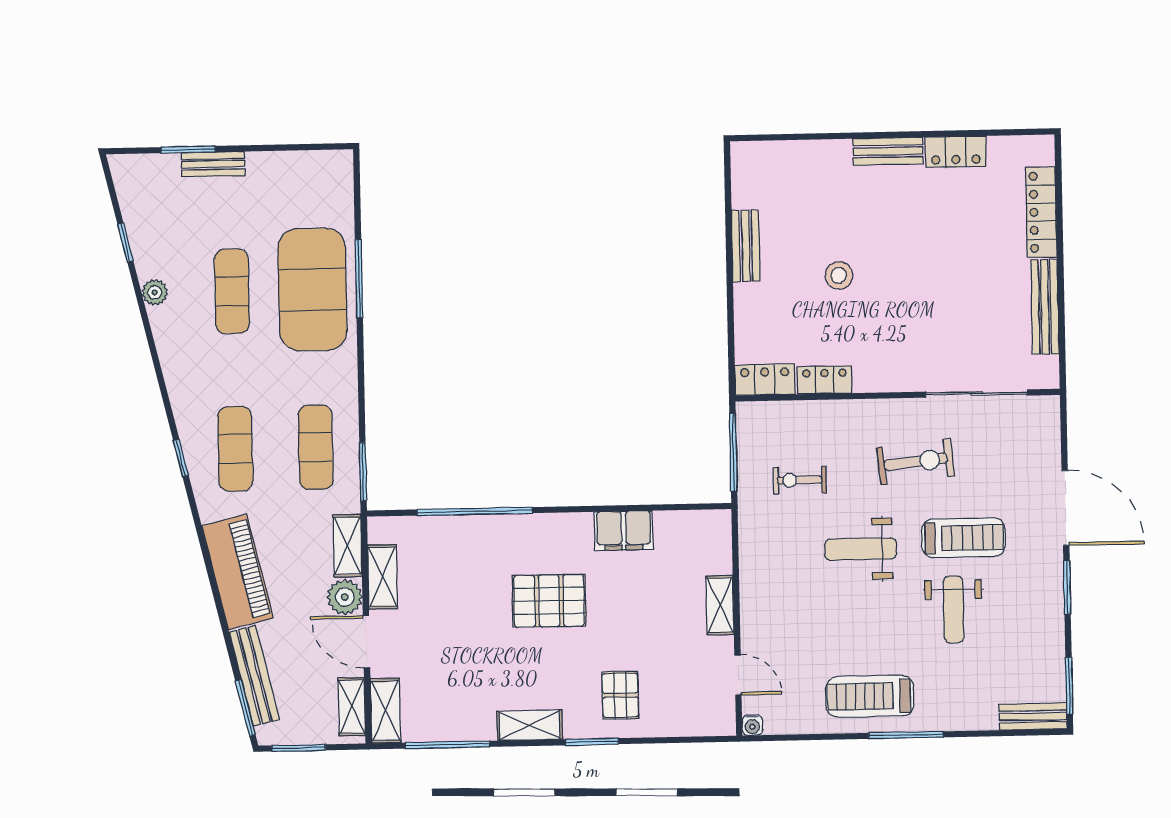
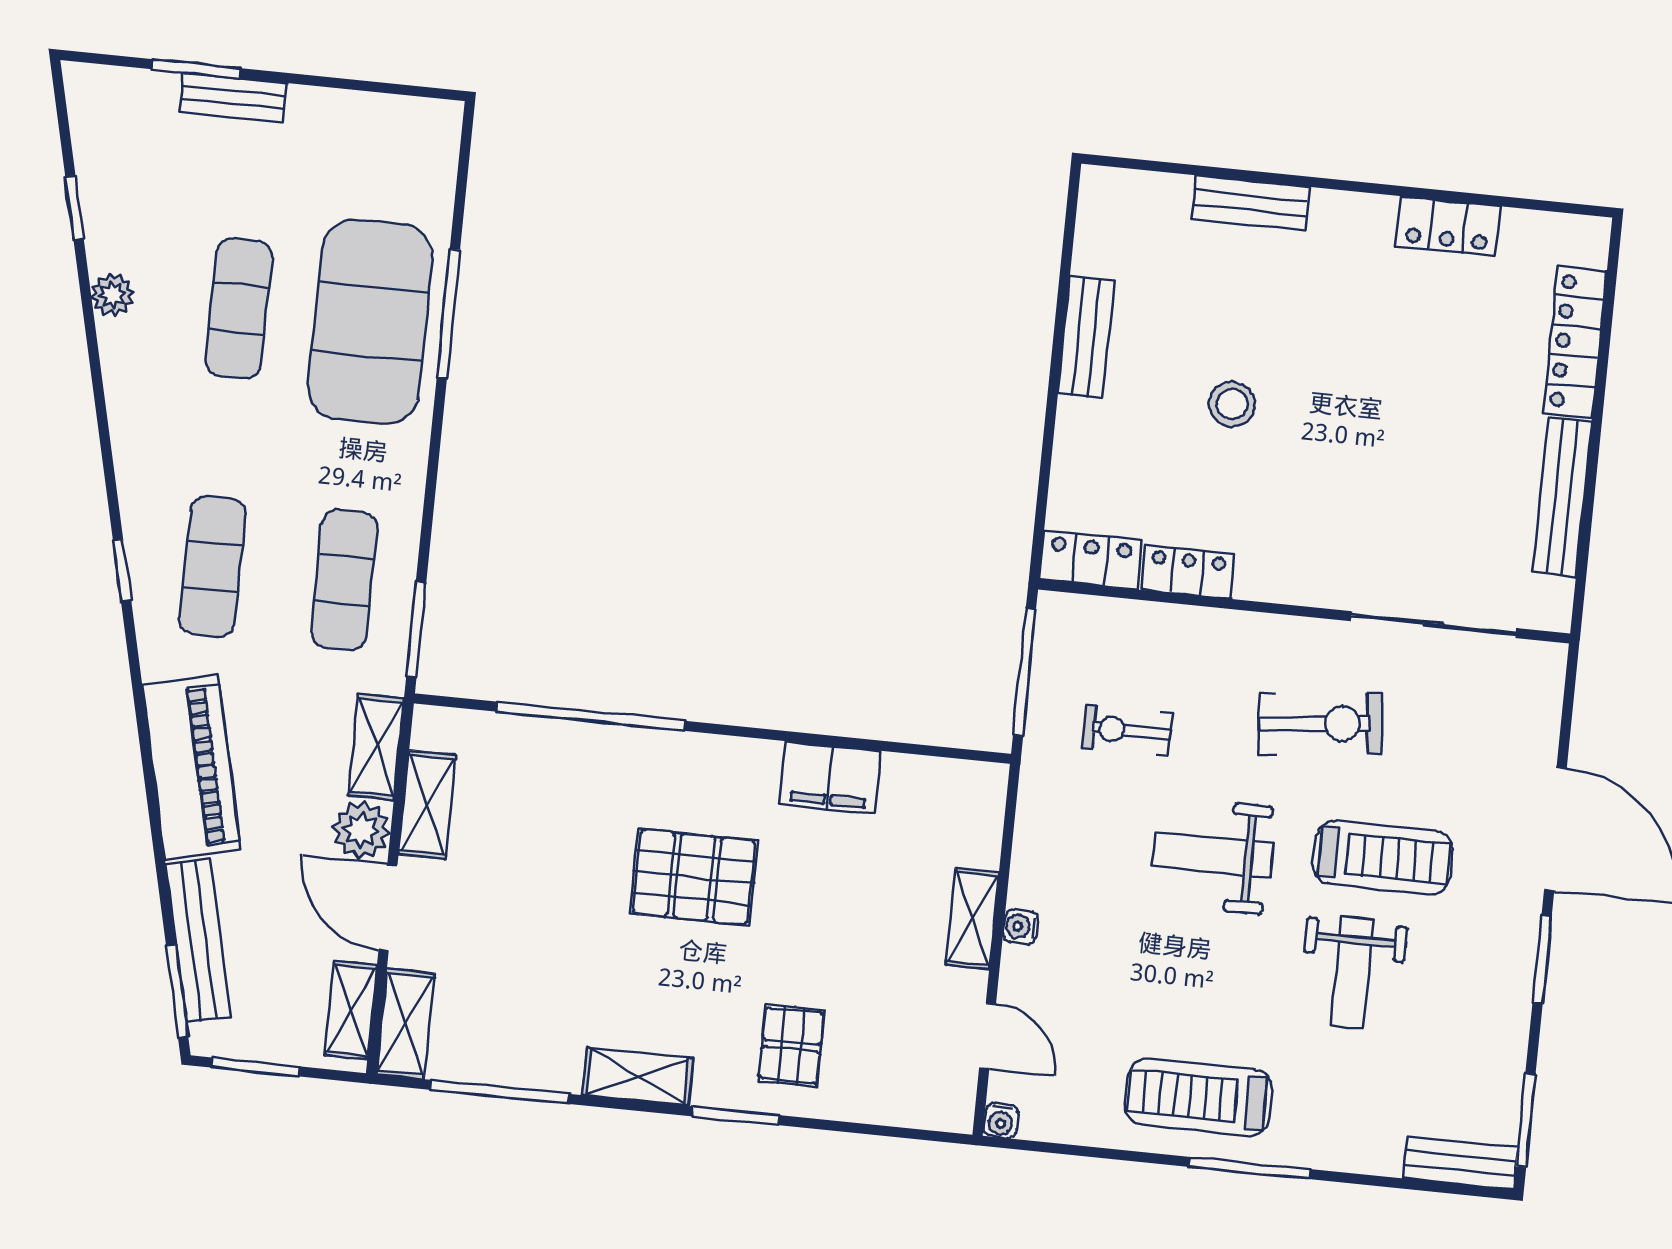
bench: (888, 151) -> (1251, 203), moved
water cooler: (750, 606) -> (1021, 927), added

